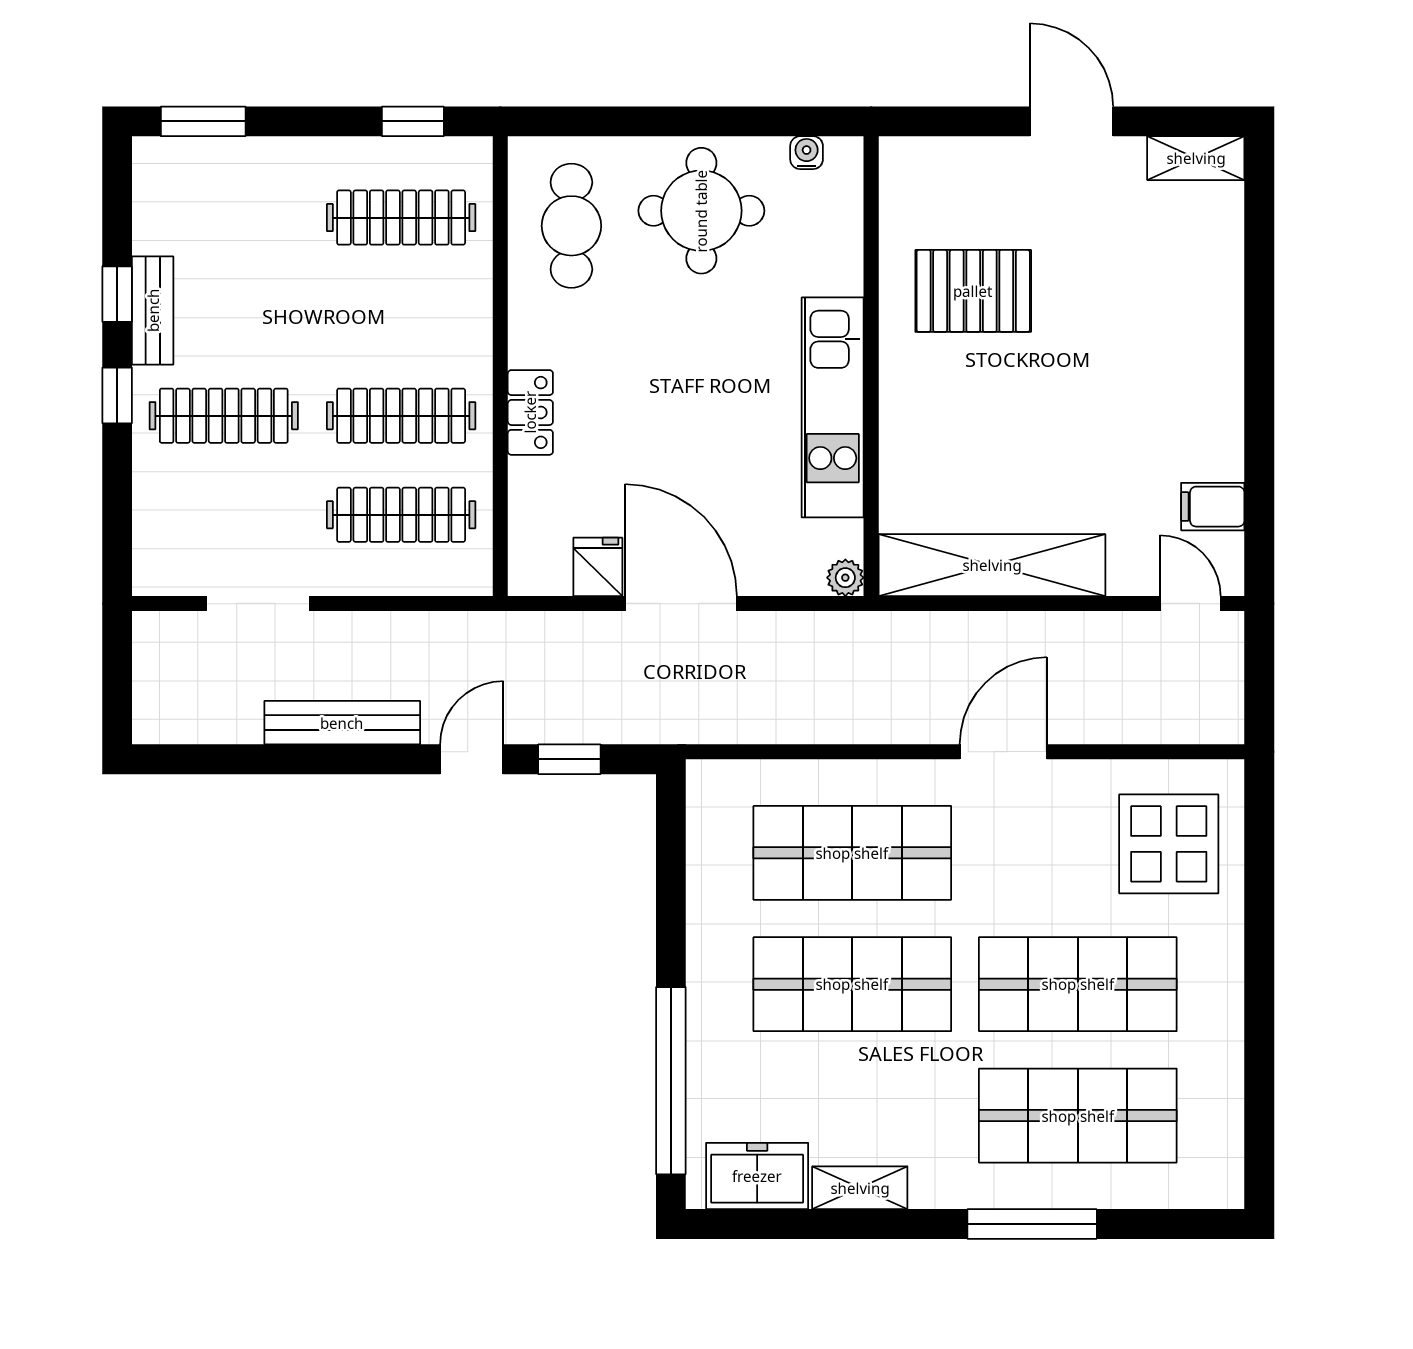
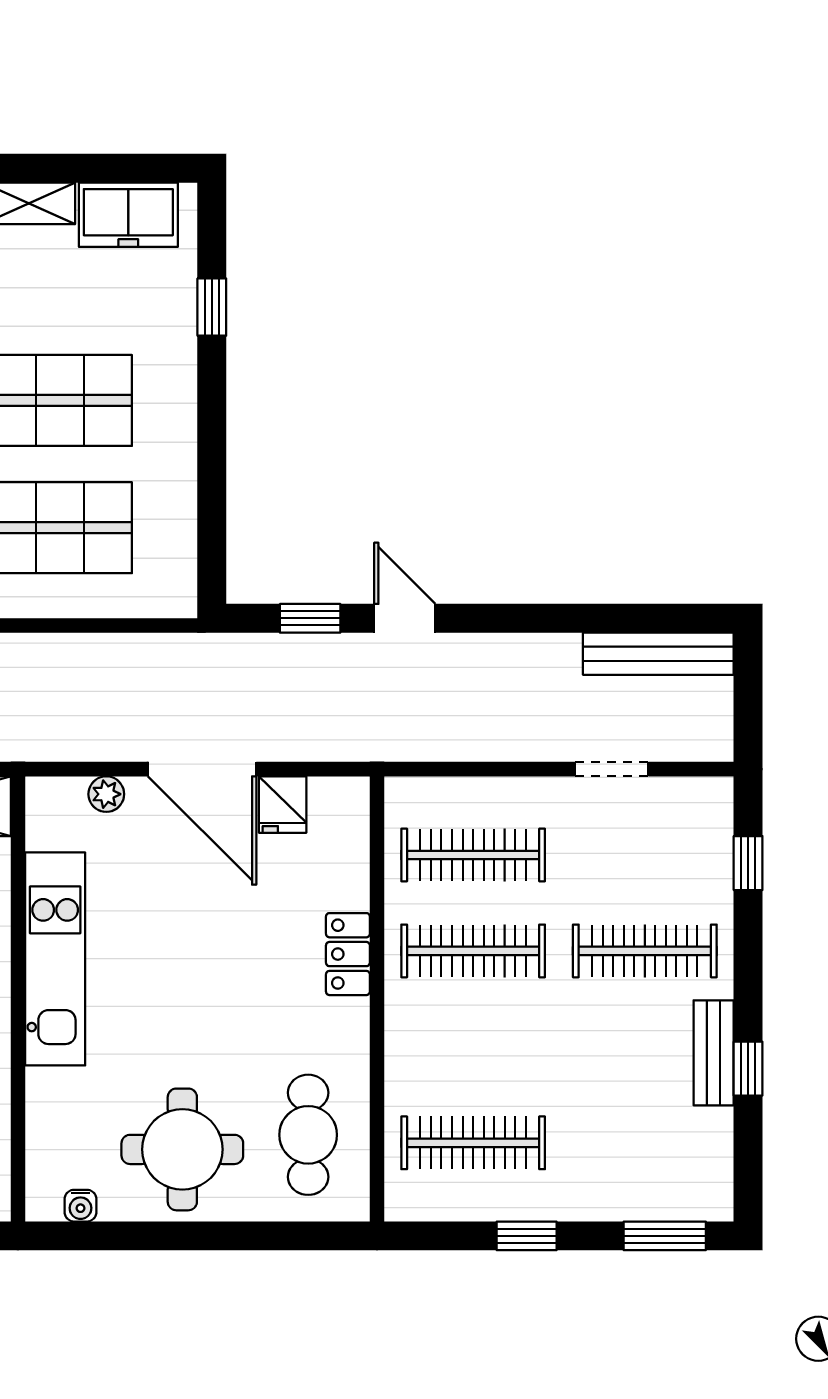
window: (413, 121) -> (527, 1236), moved
window: (117, 395) -> (748, 863), moved
plant: (845, 578) -> (106, 794), moved
doorway: (258, 603) -> (612, 769), width x0.73
bench: (342, 723) -> (658, 654), moved
door: (472, 759) -> (405, 618), swing flipped
window: (671, 1081) -> (212, 307), width x0.32

